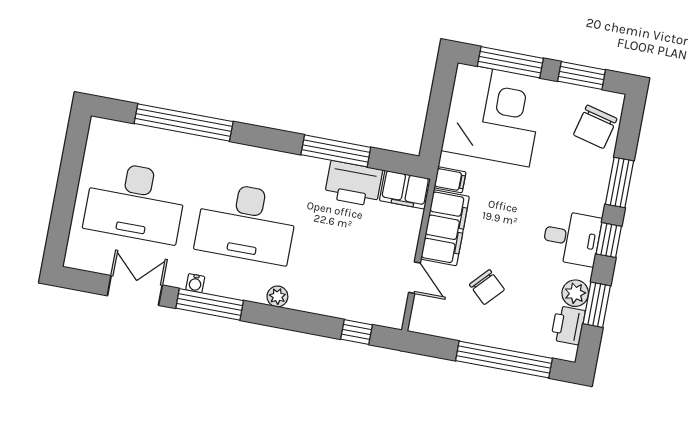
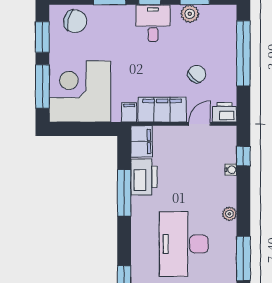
desk: (246, 223) -> (184, 244), turned 180
water cooler: (195, 283) -> (231, 170), moved
printer: (568, 325) -> (225, 112), moved, turned 180

